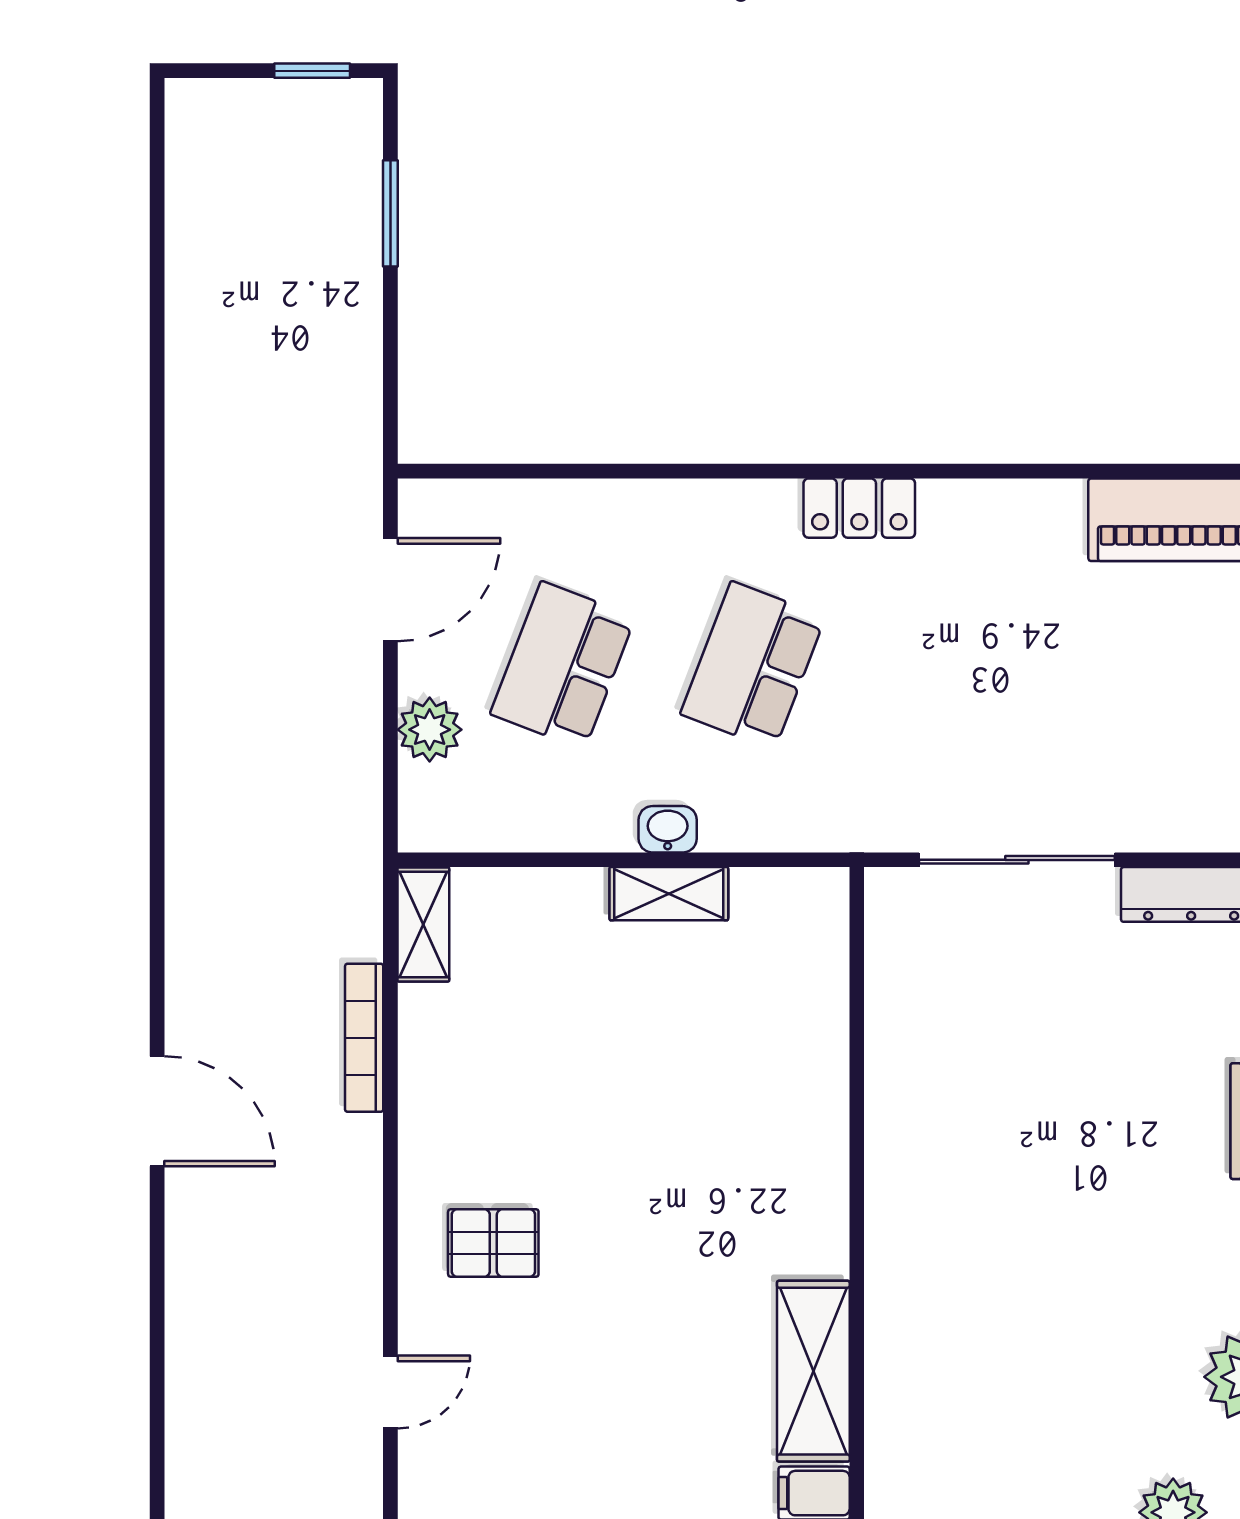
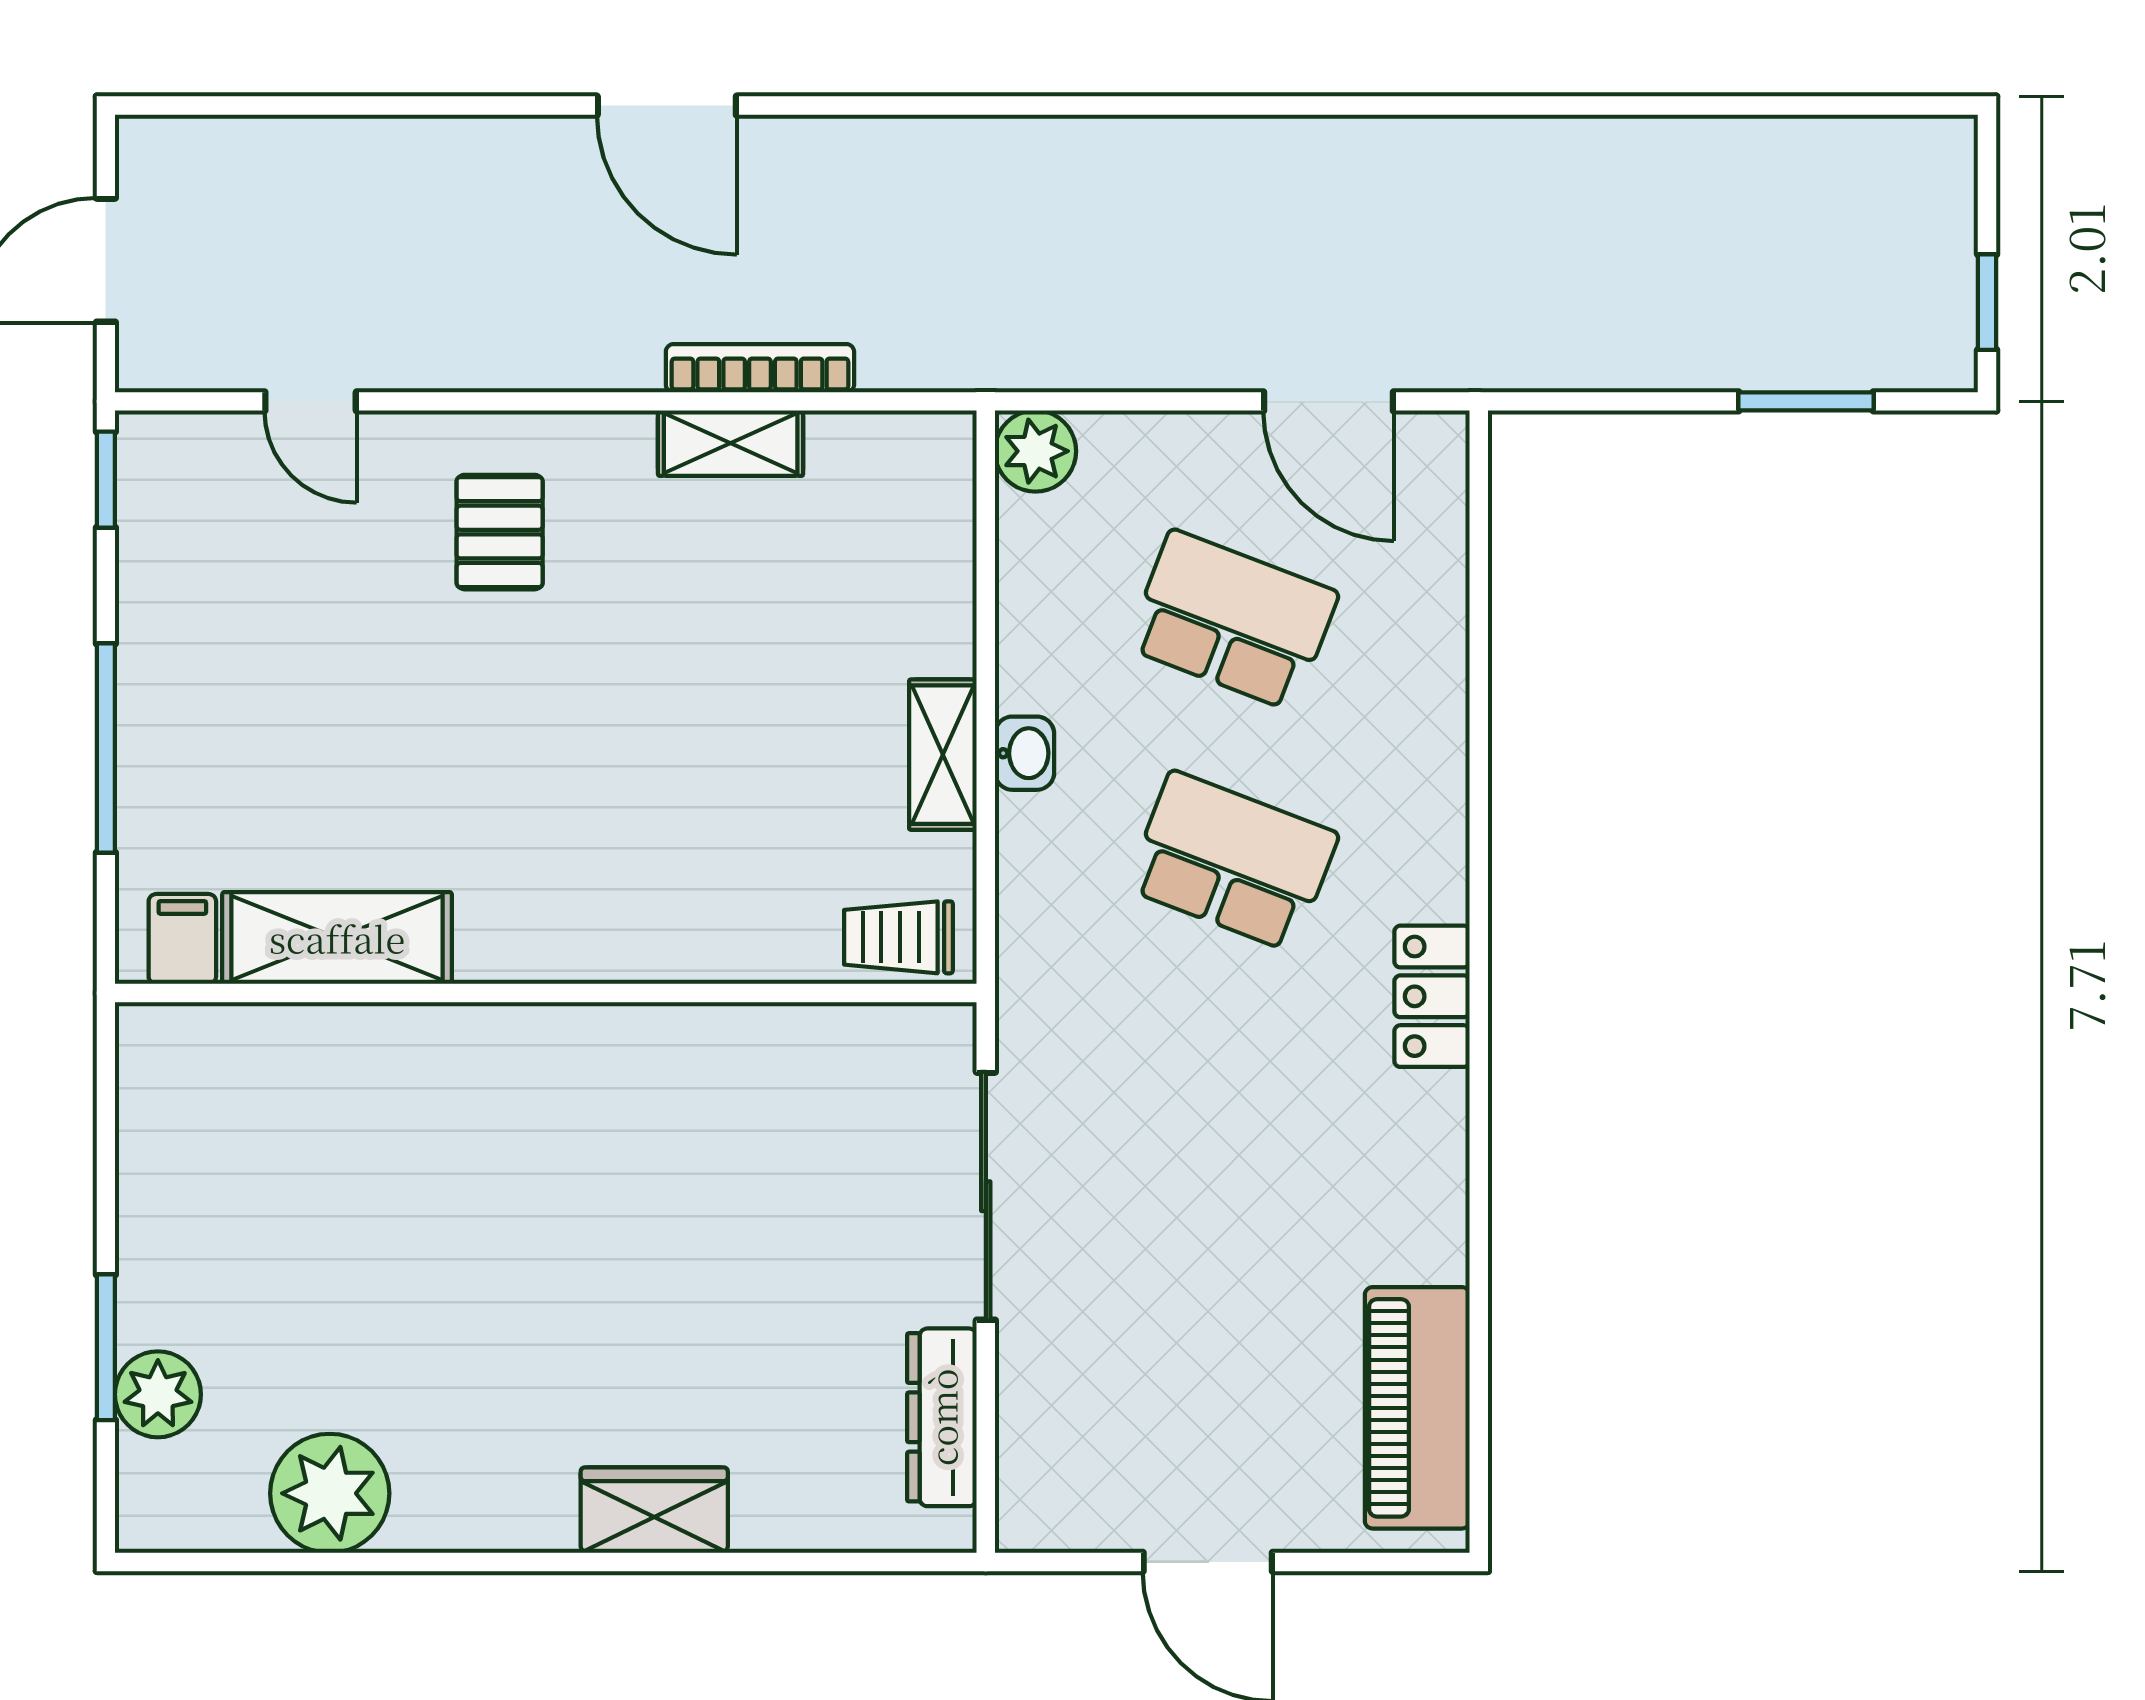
plant: (430, 730) -> (1035, 451), moved
shelving: (423, 924) -> (731, 443), moved
trolley: (813, 929) -> (898, 937), added
door: (157, 1111) -> (667, 106), hinge flipped

